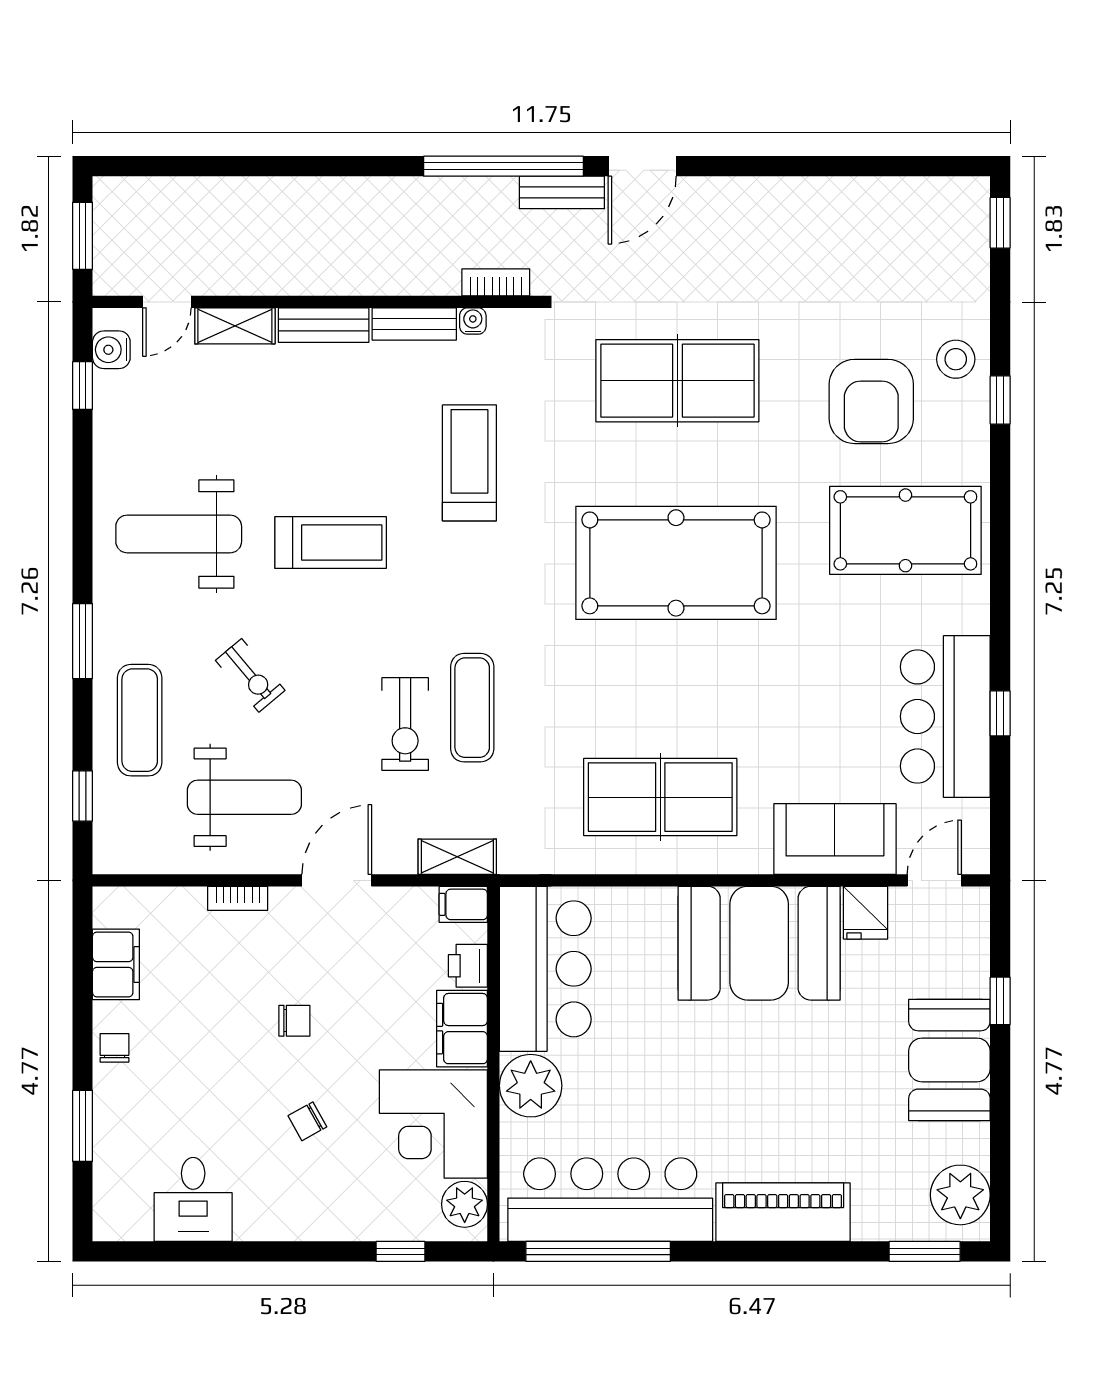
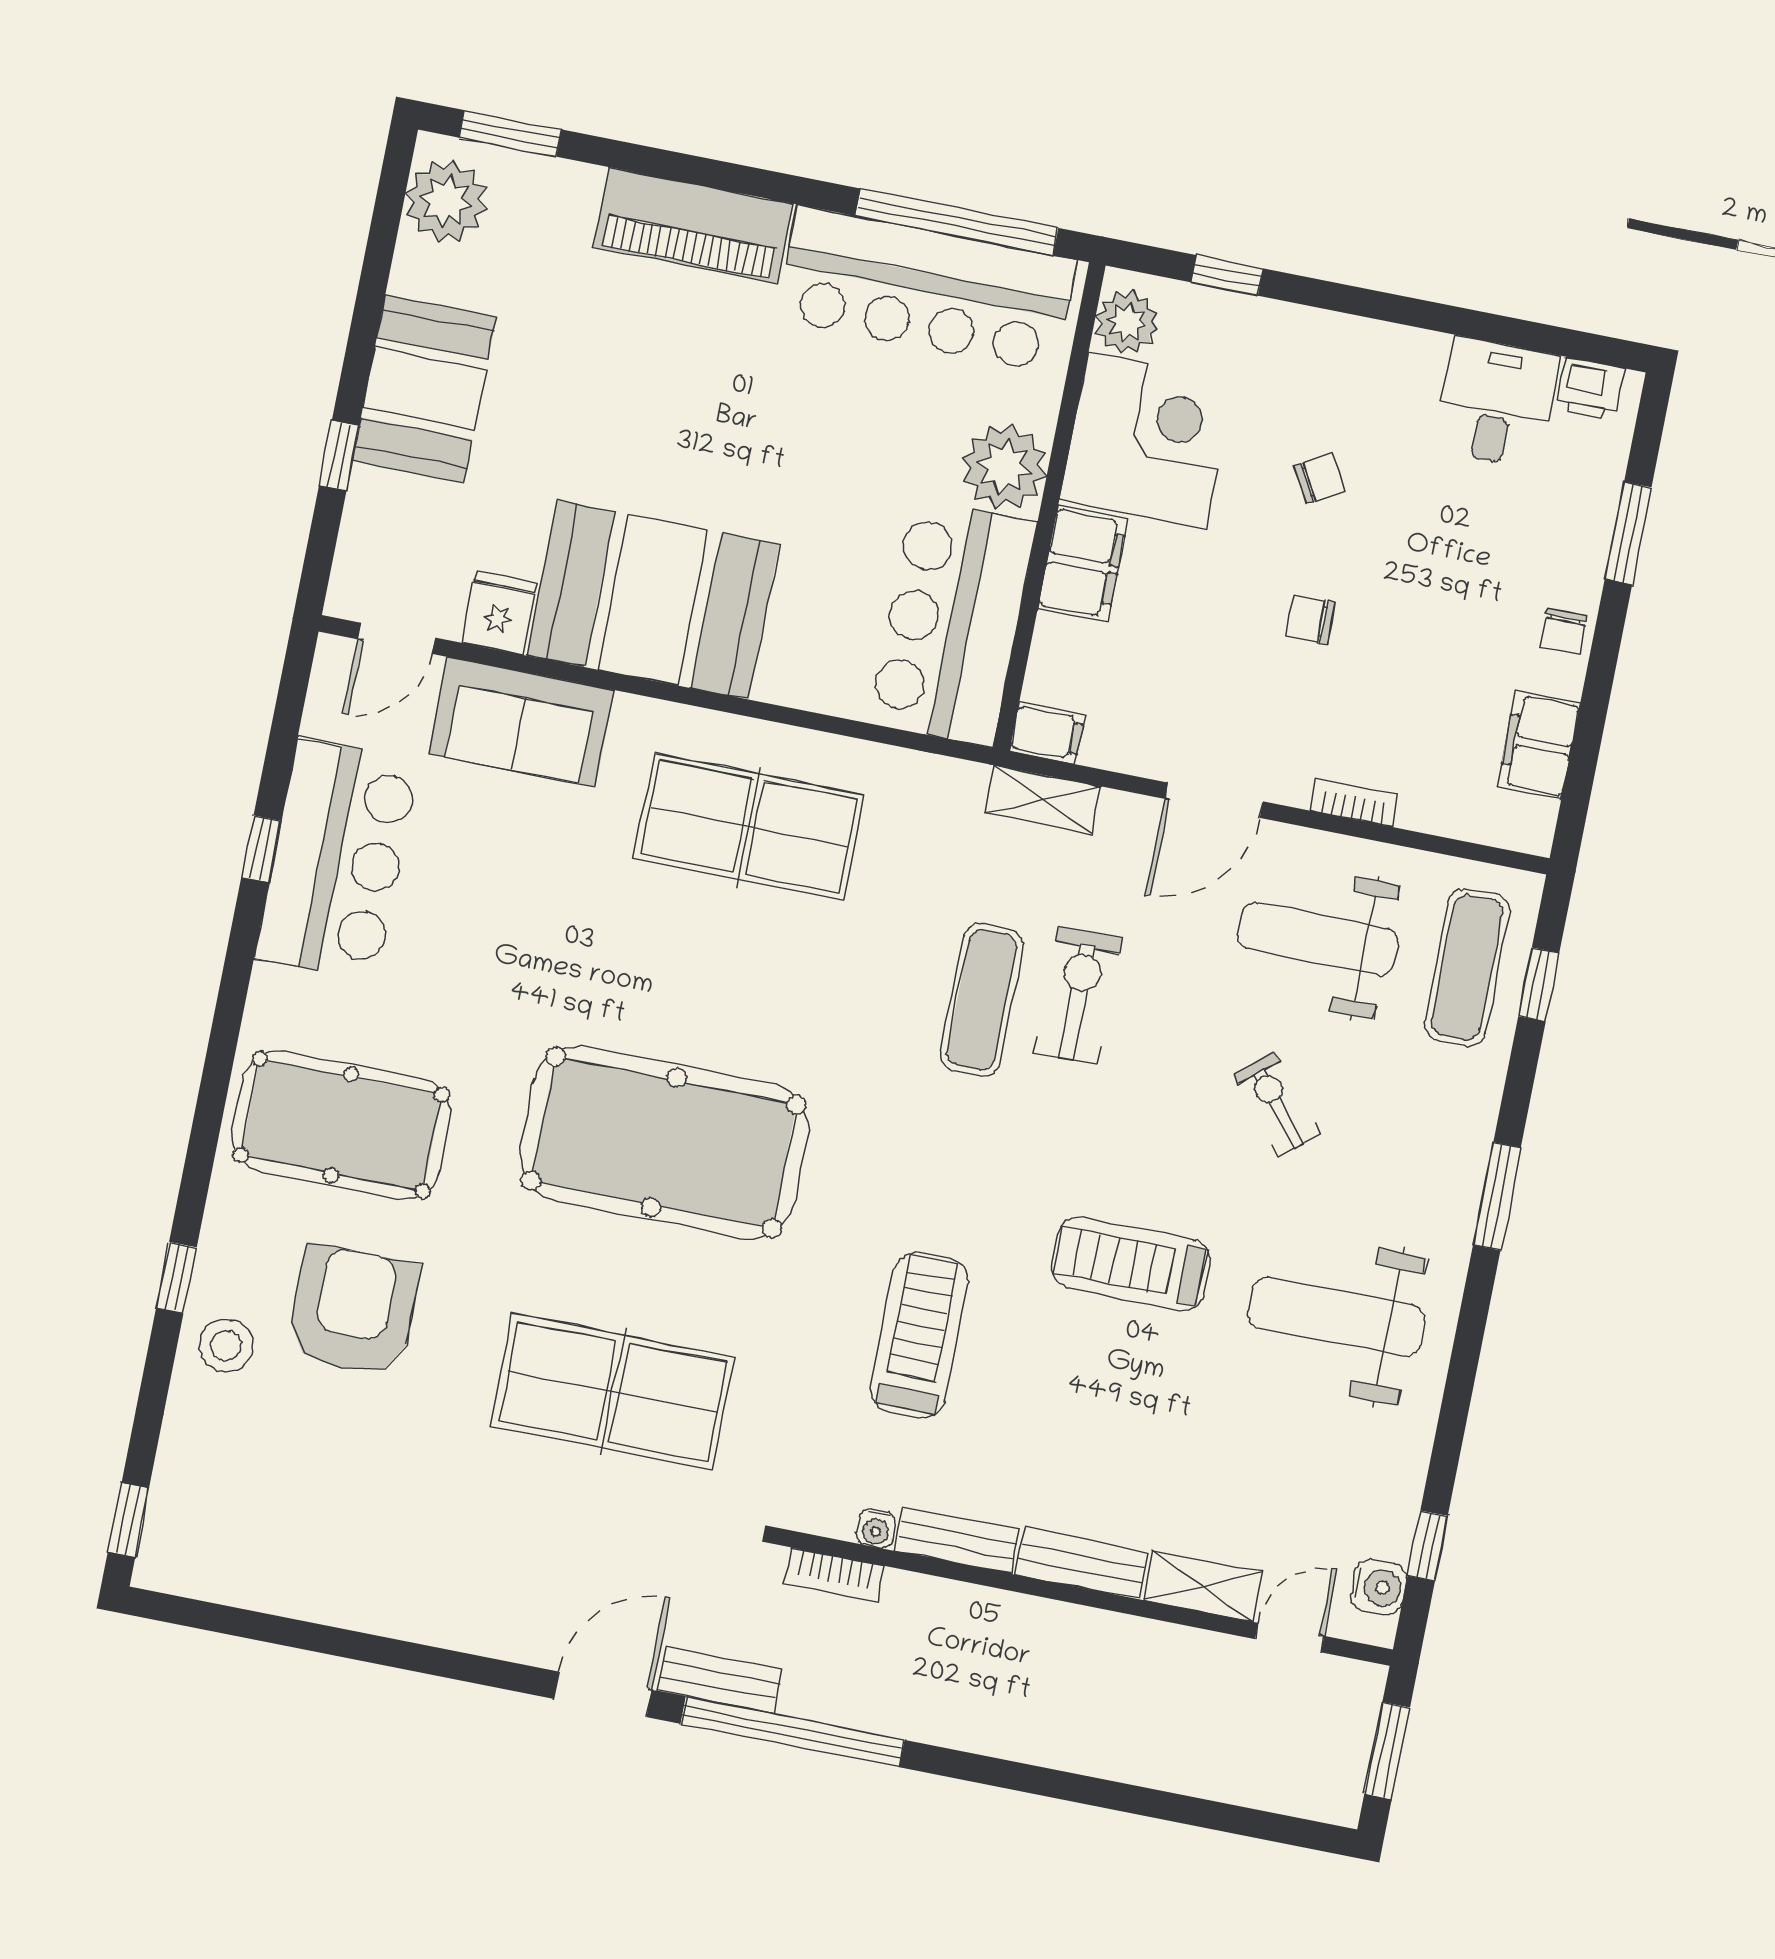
treadmill: (469, 463) -> (919, 1335), turned 180
weight bench: (179, 534) -> (1336, 1317), turned 180
exercise mat: (140, 720) -> (1467, 967), moved
printer: (468, 966) -> (1590, 389), moved, turned 90

